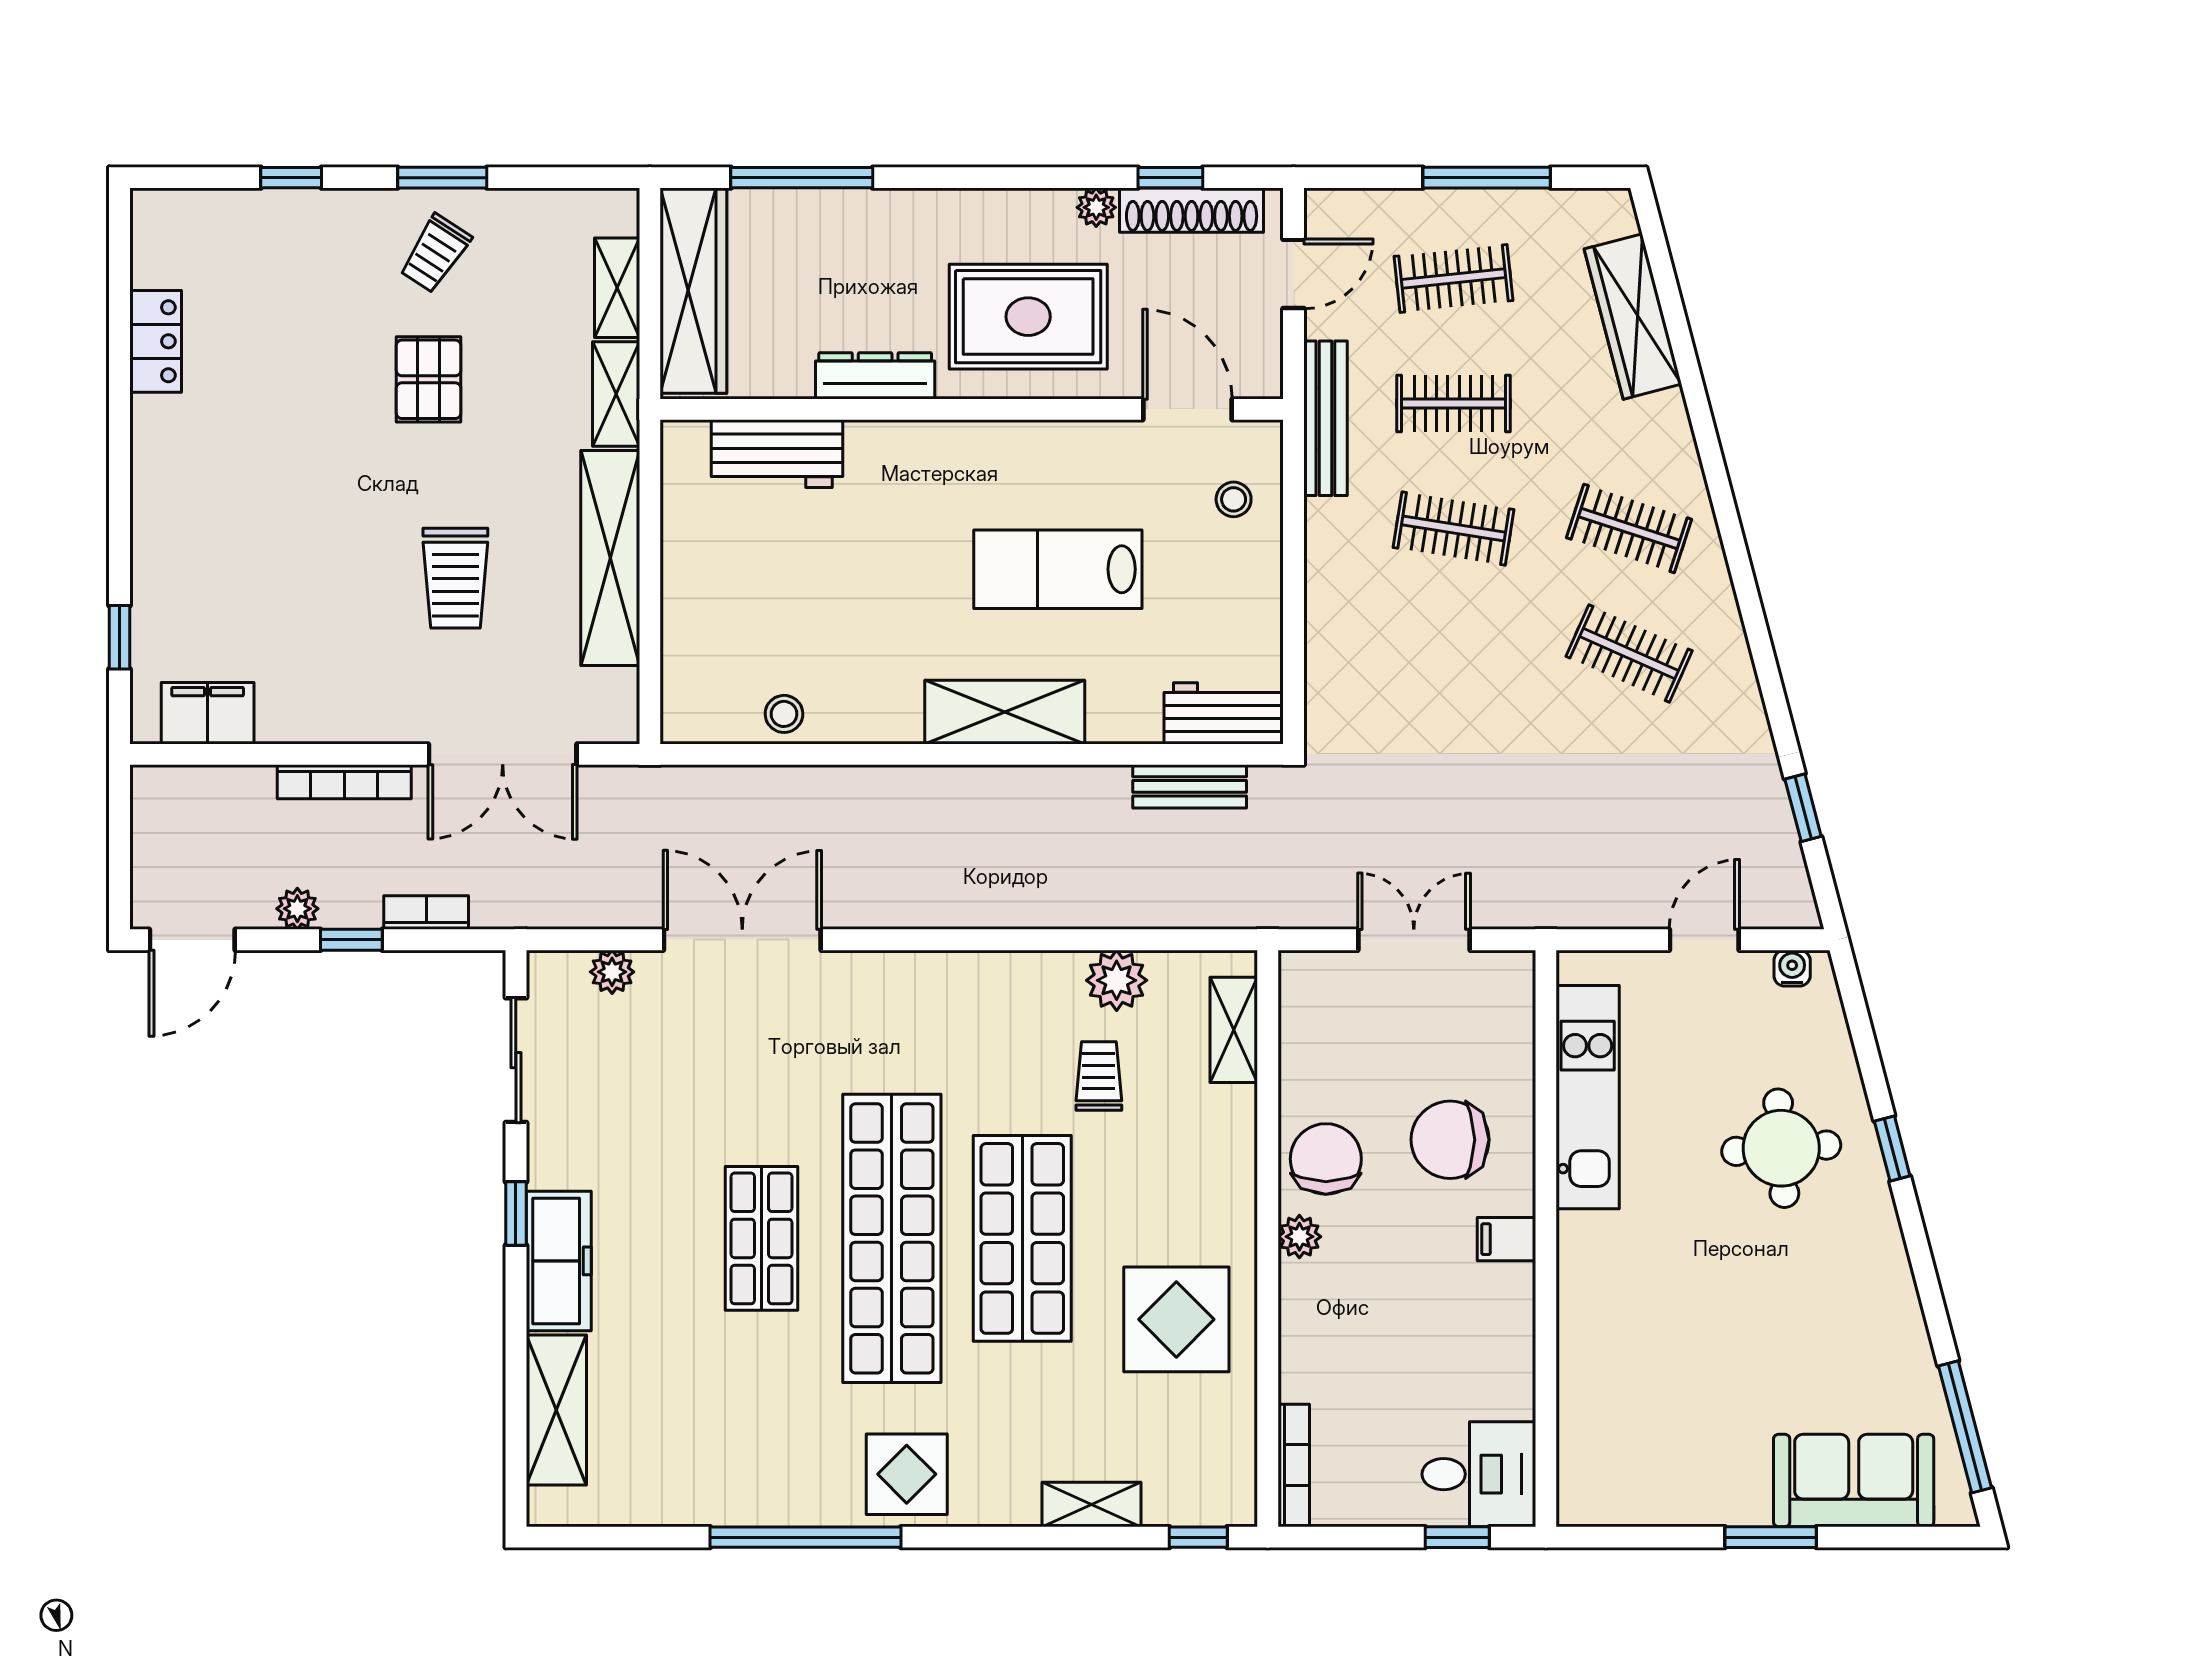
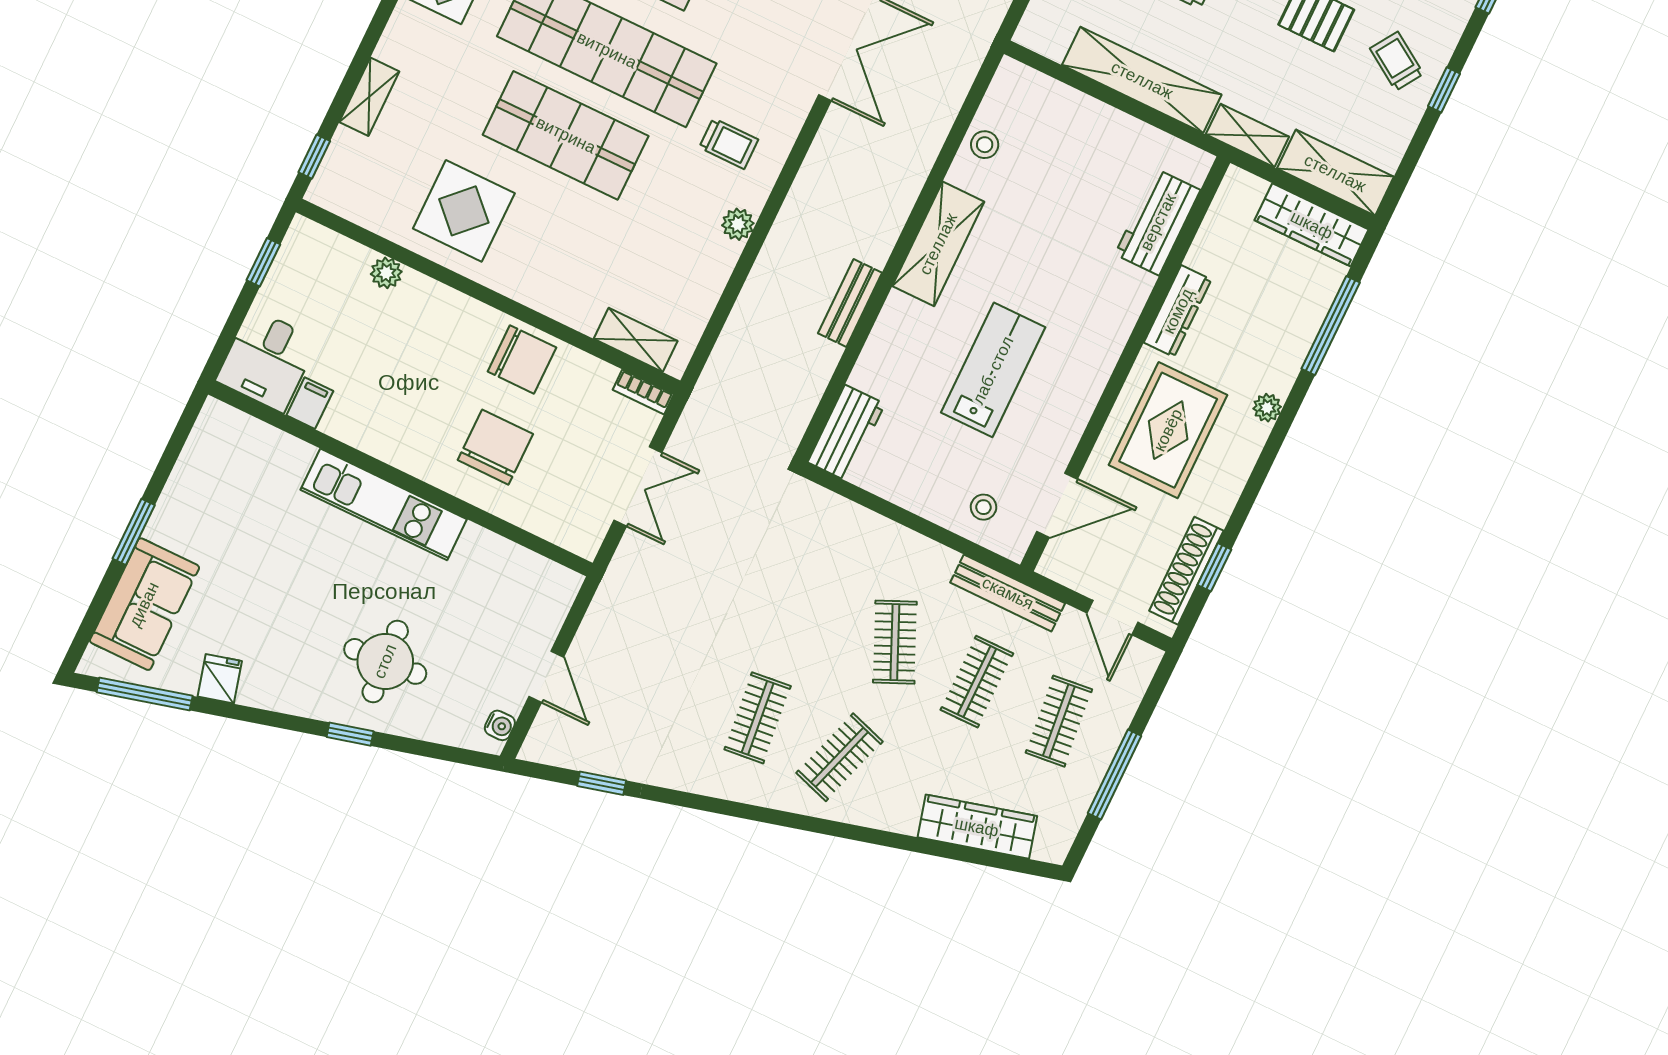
window: (442, 178) -> (1444, 90), width x0.67
plant: (1096, 207) -> (1267, 408), moved
shelving: (617, 288) -> (1335, 173), width x1.50, depth x1.33
wardrobe: (693, 291) -> (1312, 225), width x0.71, depth x0.85
clothes rail: (1454, 529) -> (895, 642), turned -33
clothes rail: (1629, 654) -> (758, 718), turned -30
shelving: (1005, 712) -> (938, 244), moved
bench: (1190, 786) -> (850, 303), moved
plant: (1117, 980) -> (738, 224), moved, width x0.73, depth x0.73
trolley: (1099, 1076) -> (729, 144), moved
kitchen unit: (1588, 1097) -> (384, 504), moved
plant: (1299, 1237) -> (386, 273), moved
filing cabinet: (1506, 1239) -> (310, 403), moved
fridge: (1901, 1343) -> (220, 679), added
bookcase: (1294, 1465) -> (643, 392), moved, width x0.64
window: (1457, 1537) -> (263, 262), moved

